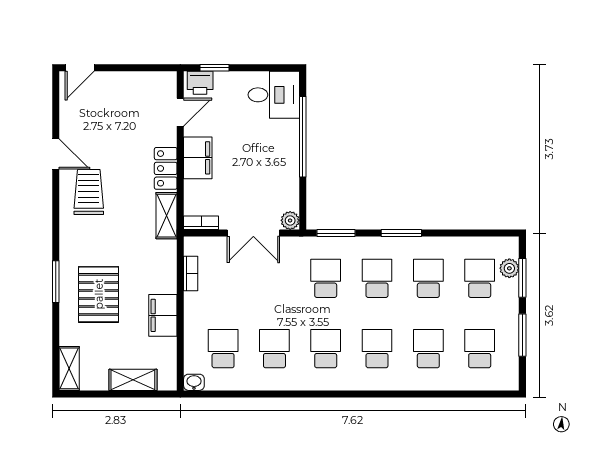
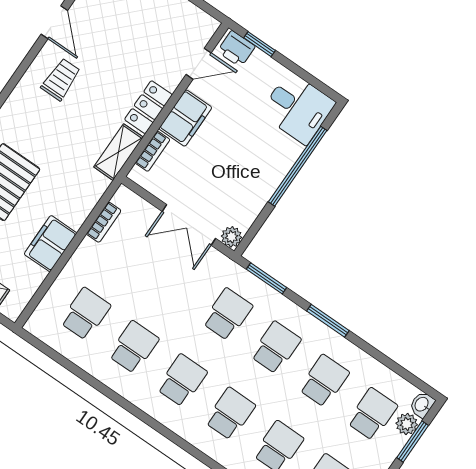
trolley: (89, 192) -> (61, 79), width x0.73, depth x0.72
bookcase: (201, 223) -> (153, 151), moved, turned 90
washbasin: (194, 382) -> (422, 405), moved, turned -90

